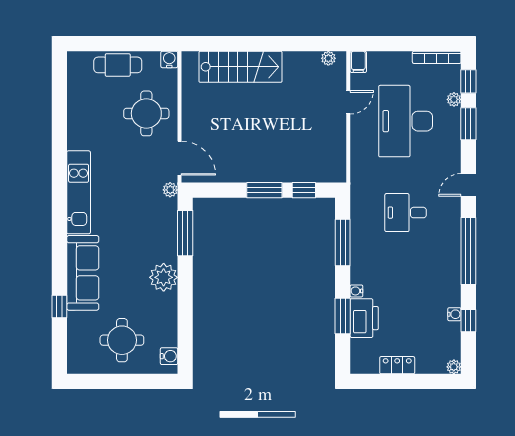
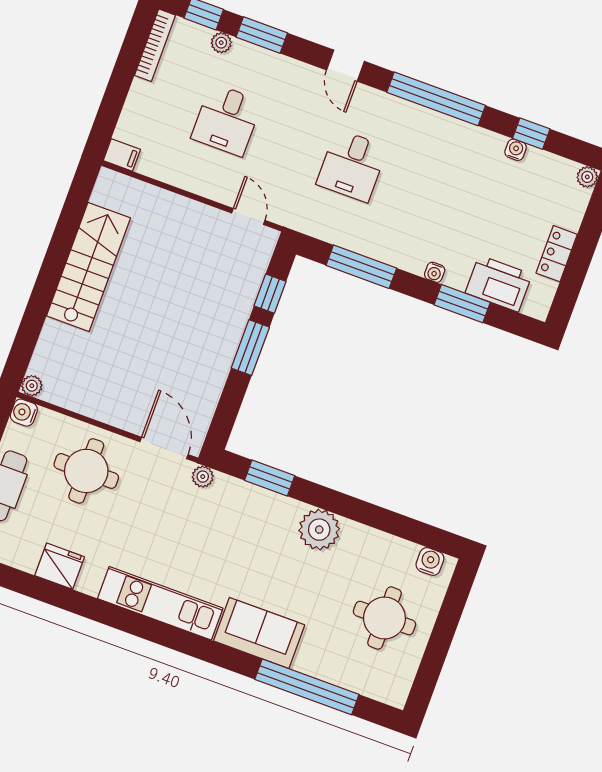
plant: (328, 58) -> (32, 386), moved
stairs: (240, 67) -> (88, 267), moved
door: (348, 102) -> (248, 217), moved
fridge: (79, 119) -> (60, 566), added
desk: (406, 121) -> (227, 120), width x0.53, depth x0.77
door: (179, 158) -> (164, 448), hinge flipped
window: (185, 233) -> (270, 478), width x0.69
sofa: (83, 273) -> (259, 633), width x0.73
window: (59, 306) -> (307, 687), width x3.17
printer: (364, 318) -> (499, 284), moved

